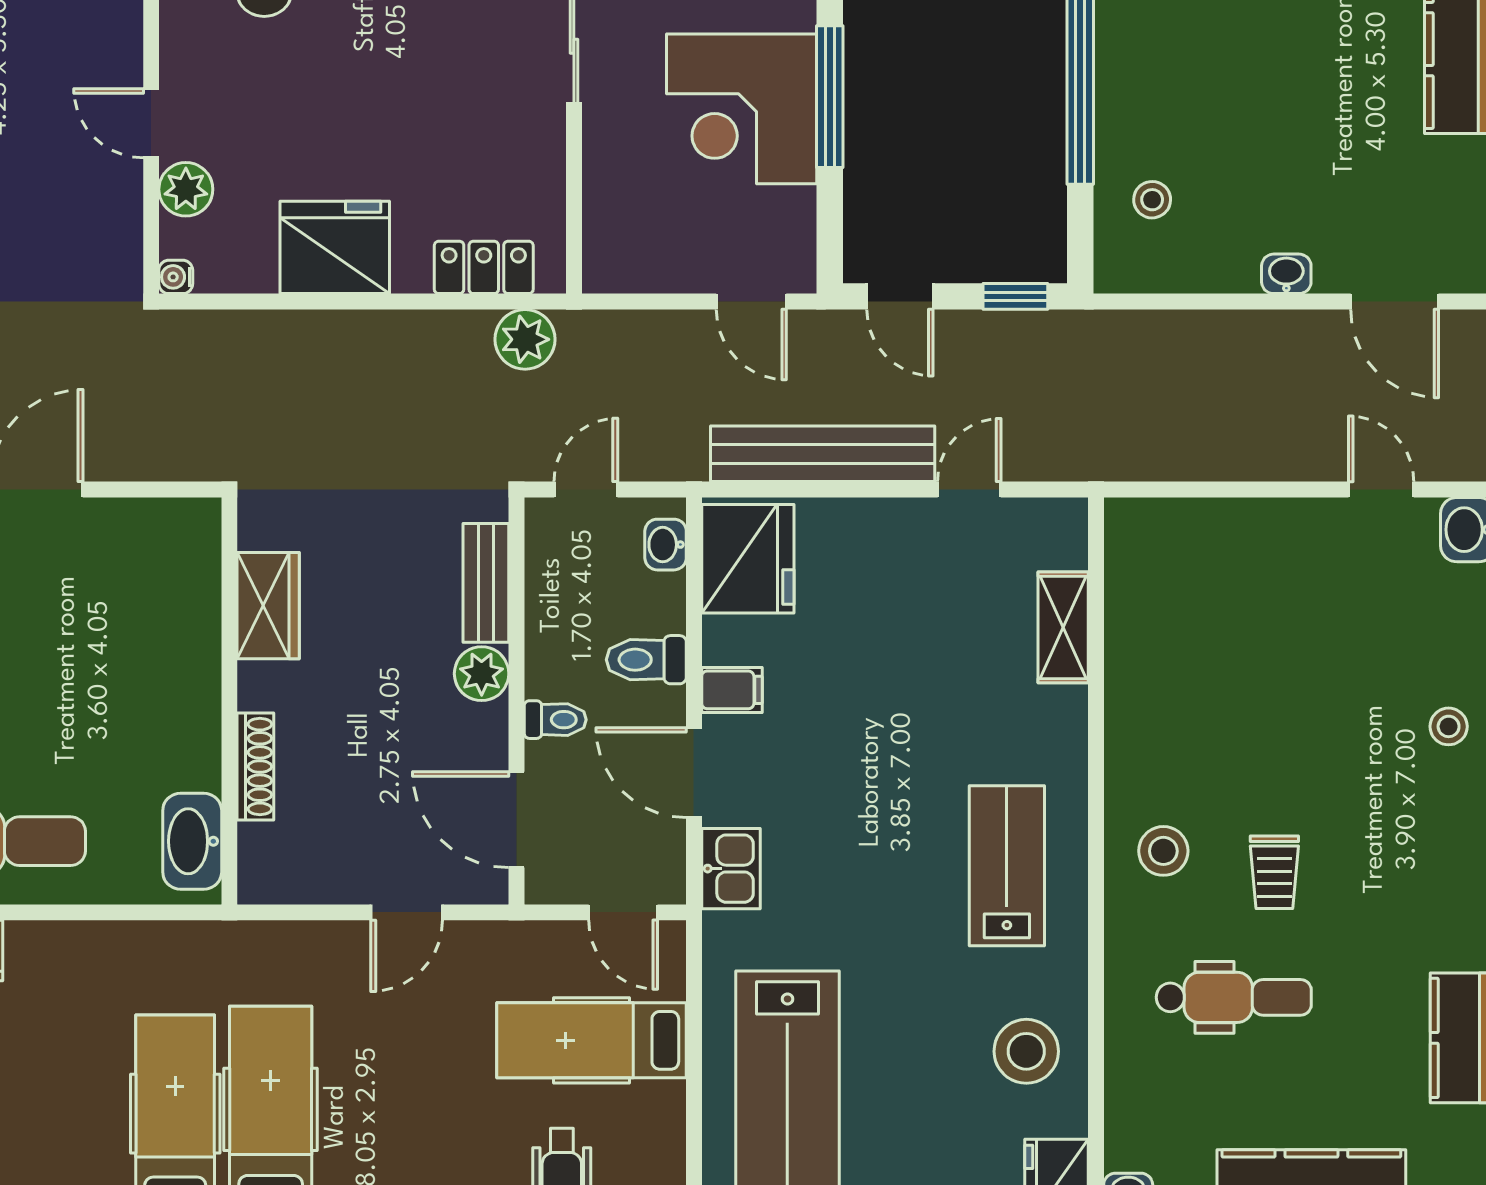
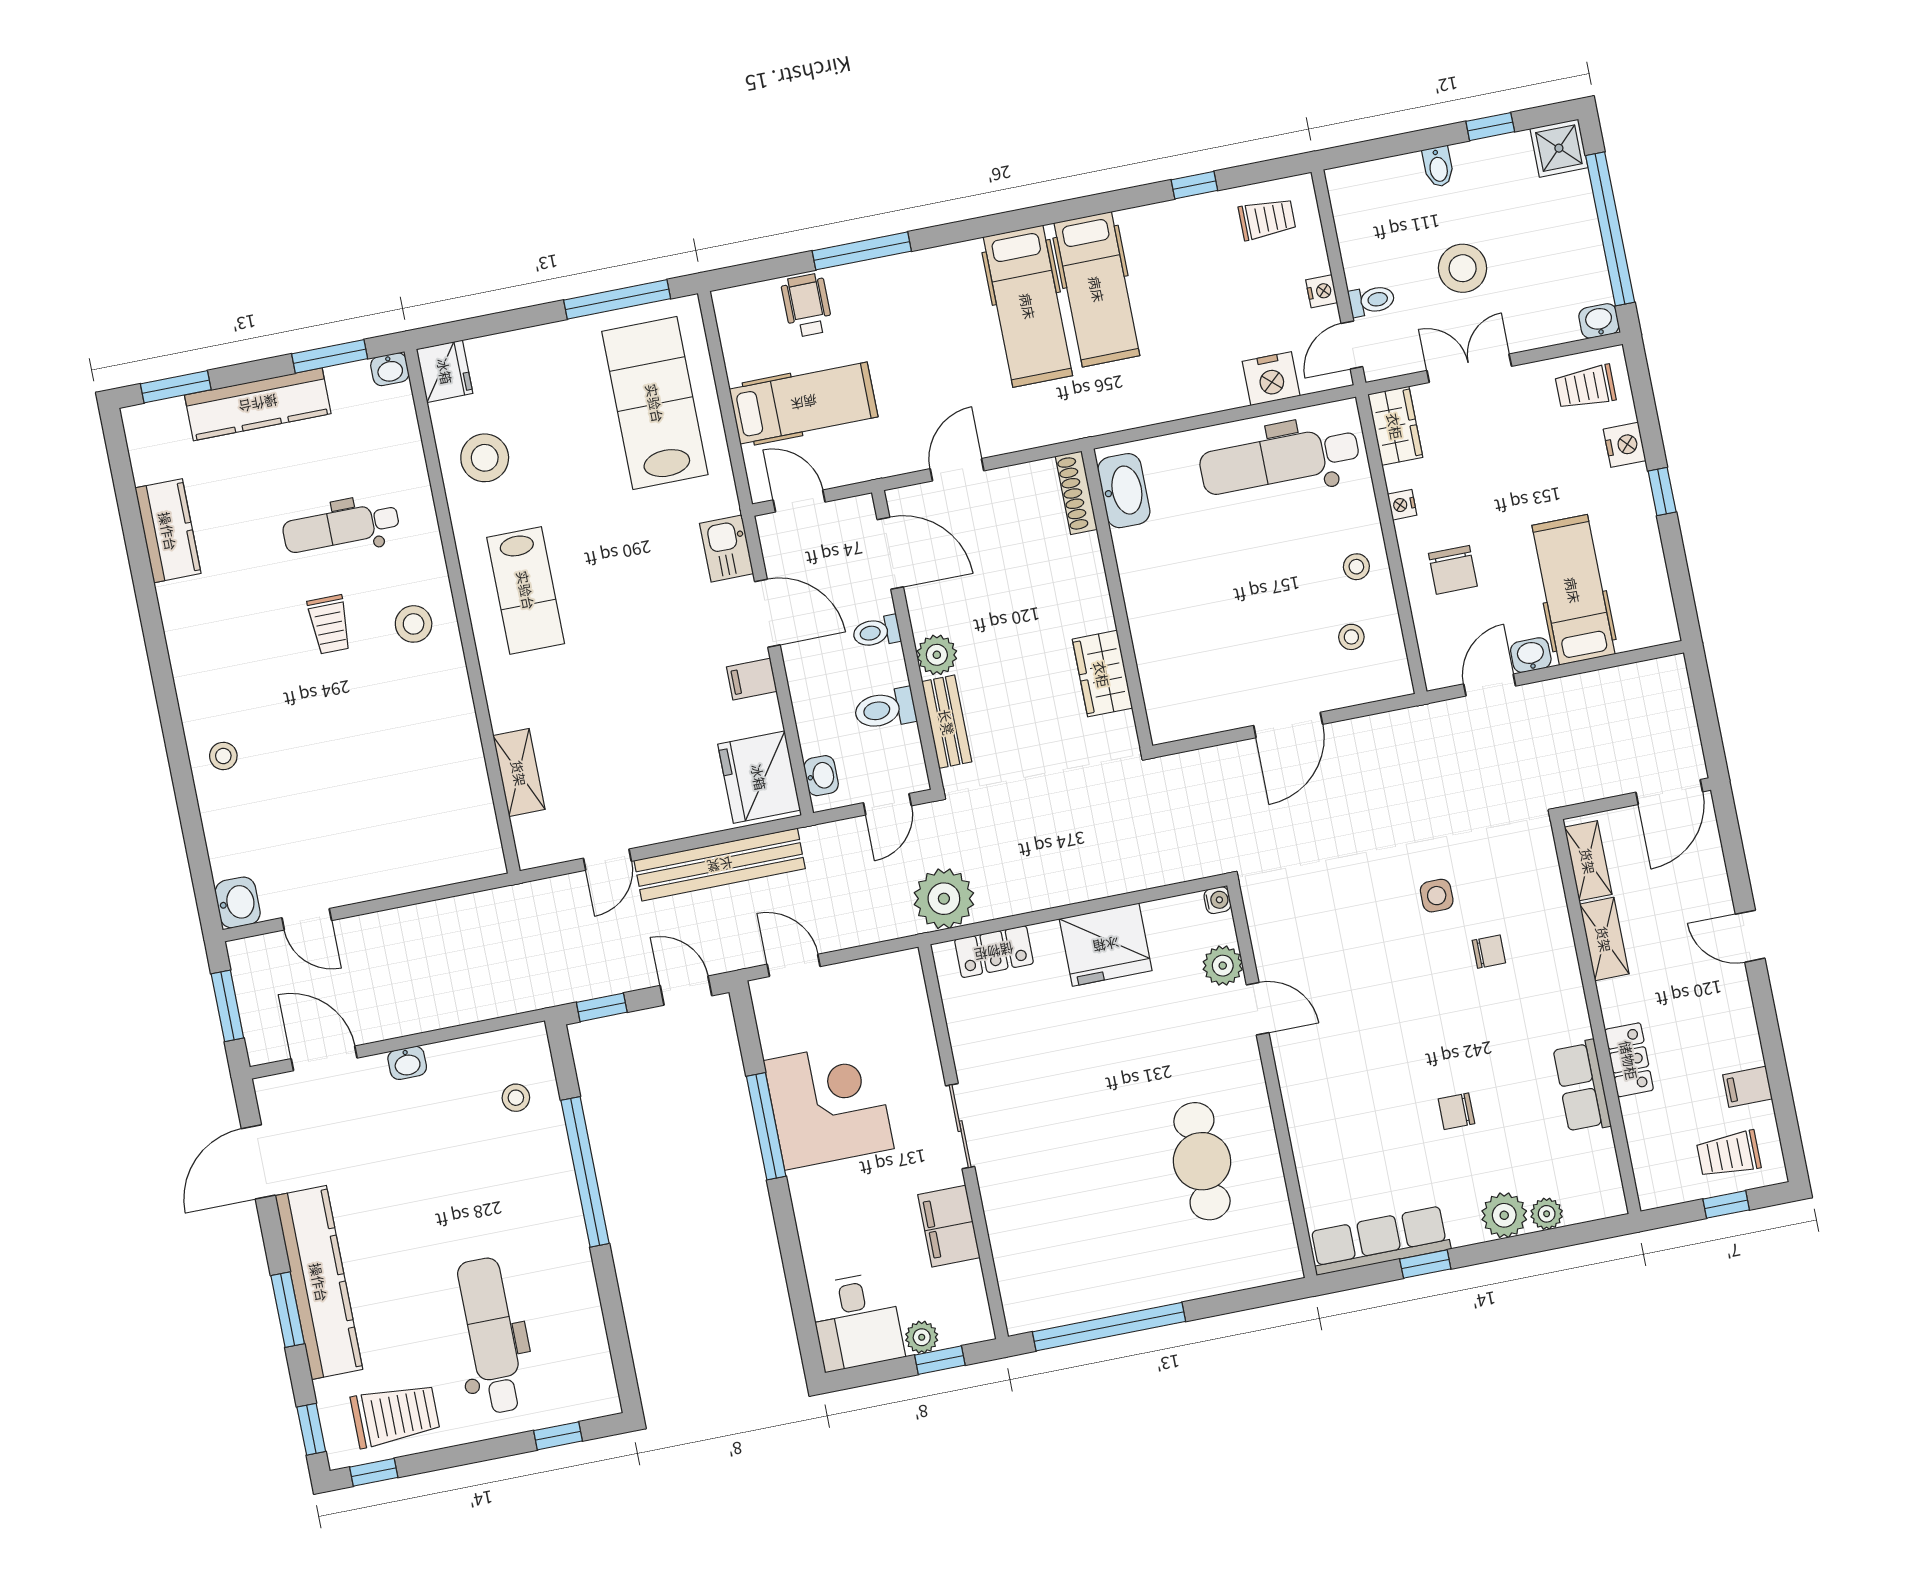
plant: (525, 339) -> (944, 899), width x1.36, depth x1.36
toilet: (646, 660) -> (885, 709), moved, turned 180
shoe rack: (255, 767) -> (1076, 493), moved
trolley: (1274, 872) -> (329, 624), turned 180

